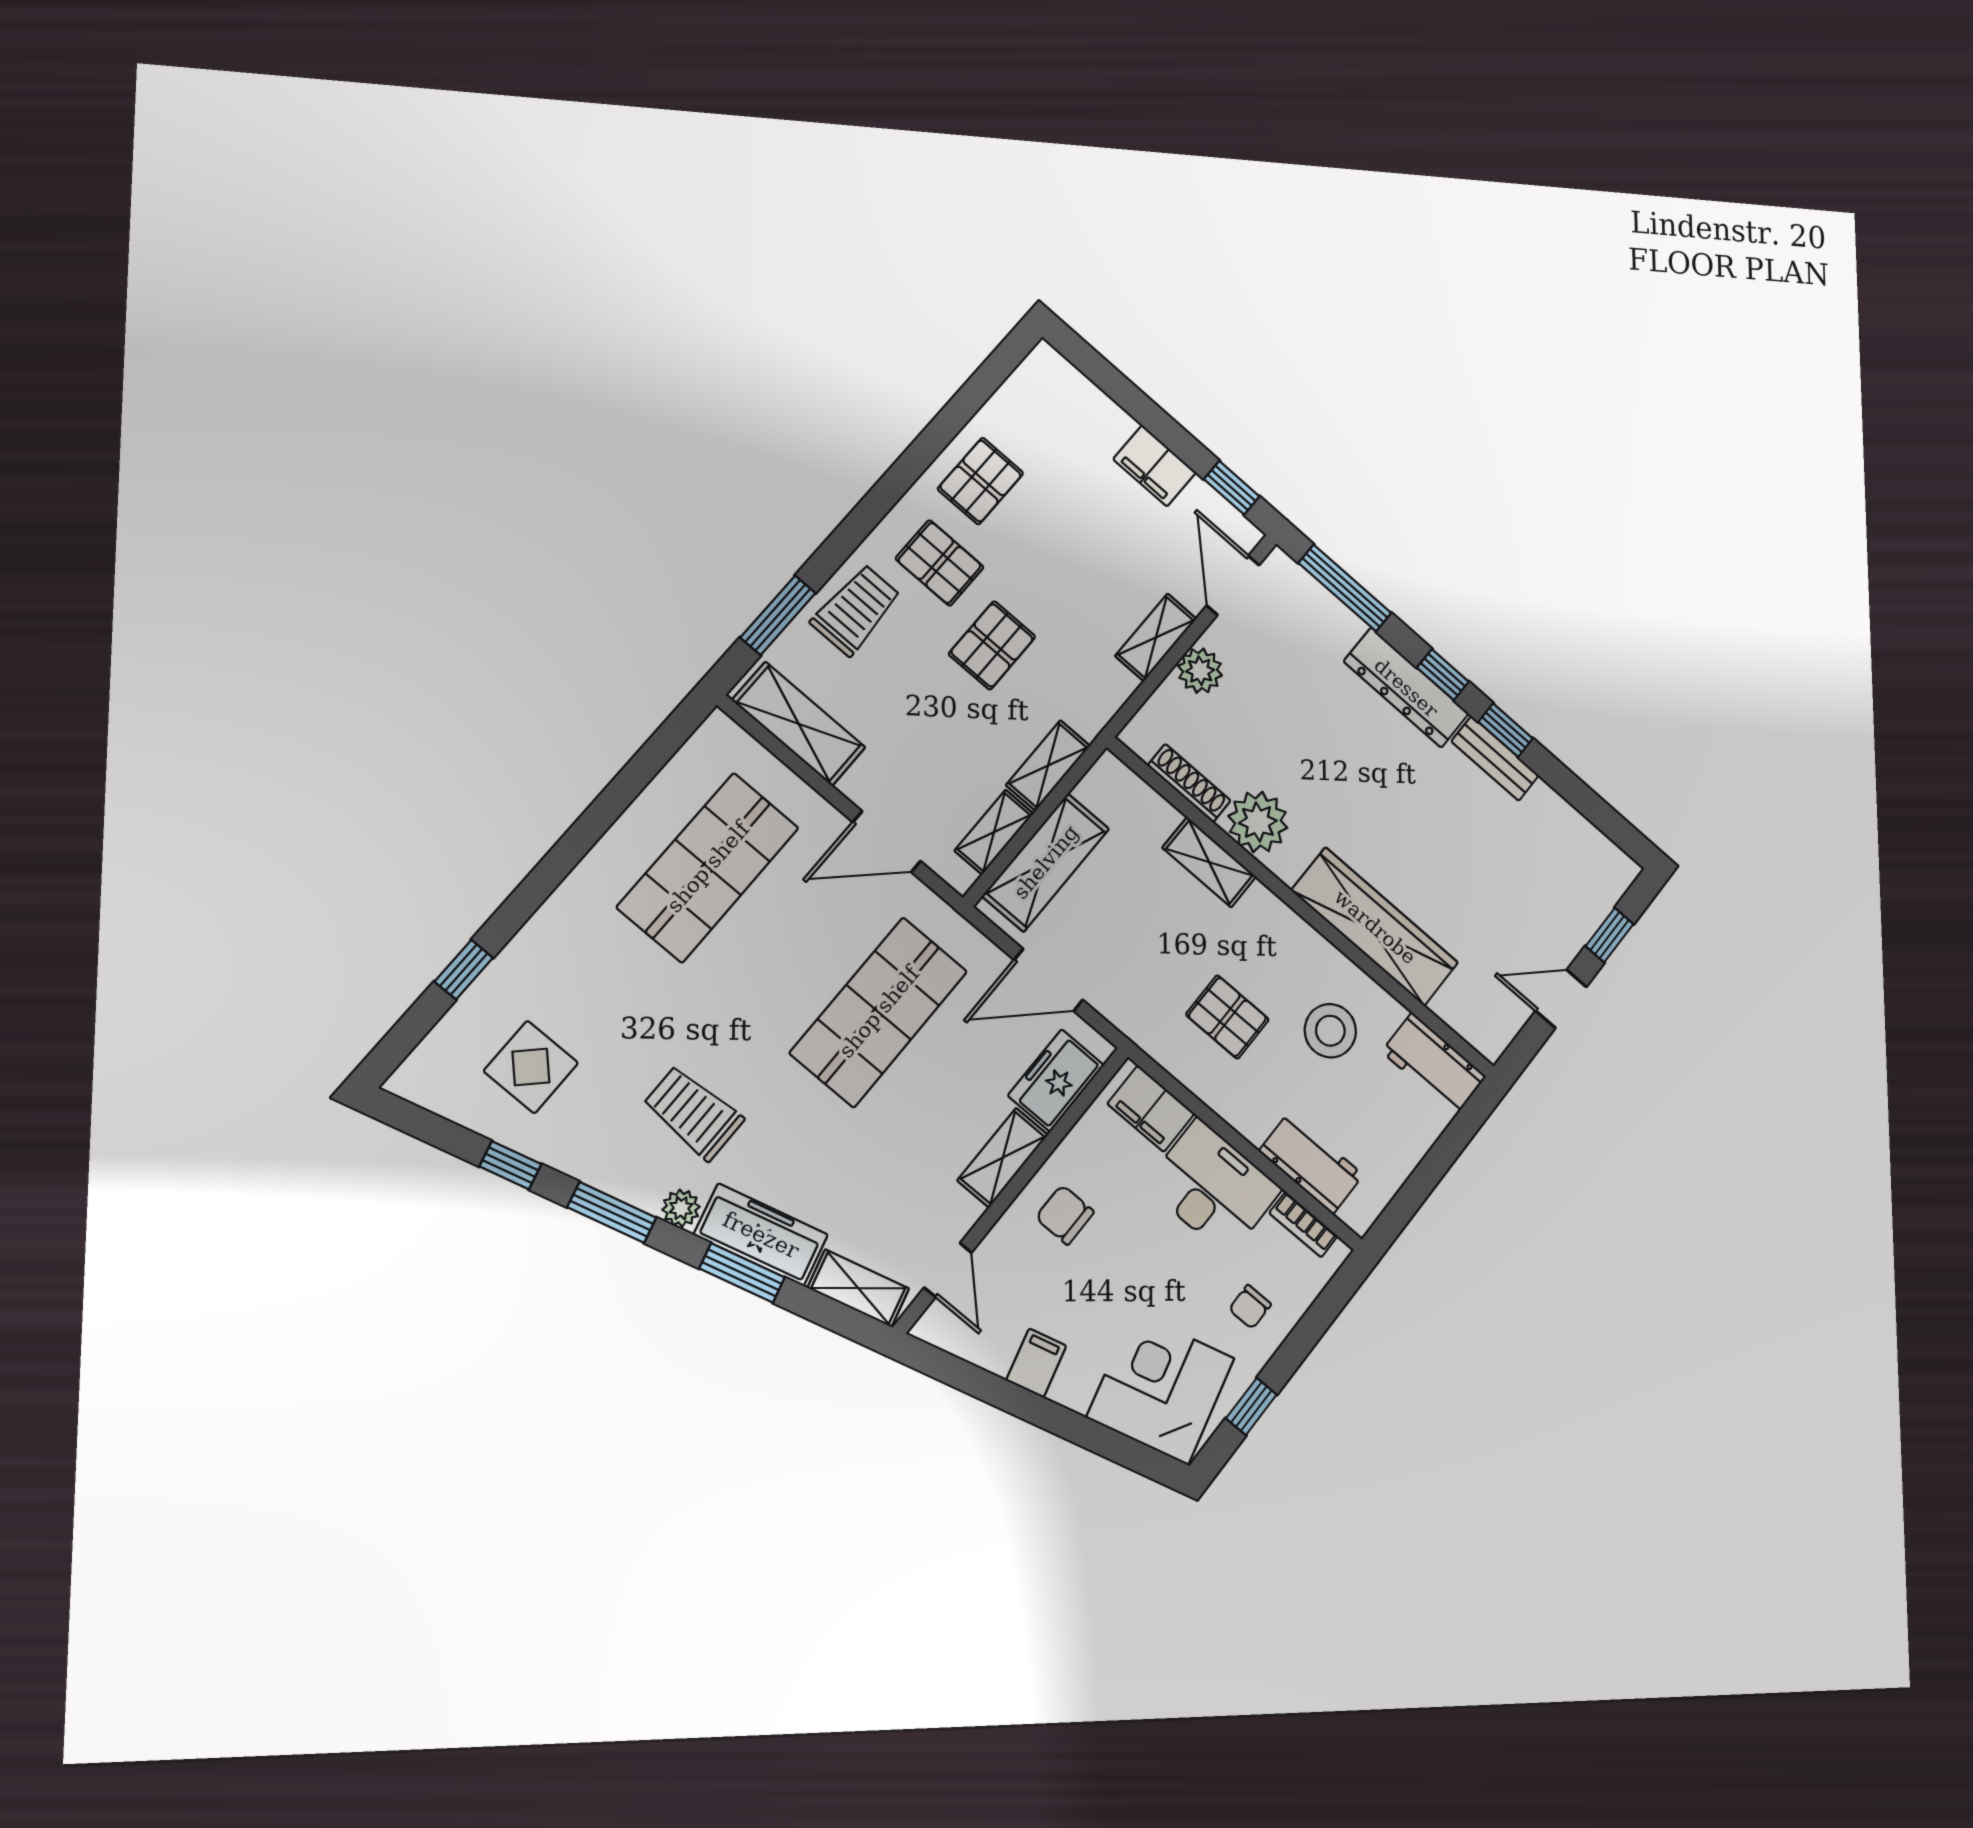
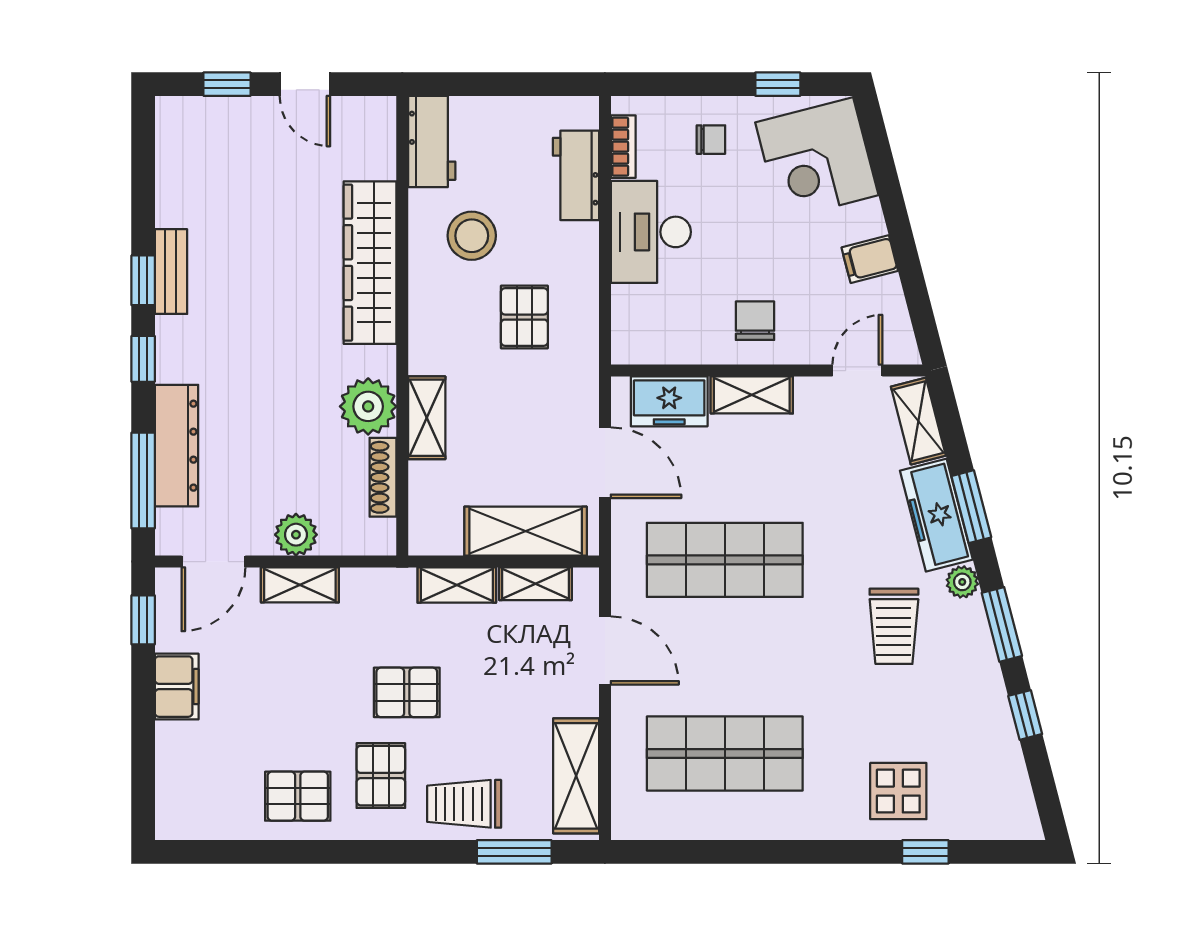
dresser: (1406, 688) -> (176, 446), moved
display table: (531, 1067) -> (898, 791), moved
filing cabinet: (1151, 1109) -> (633, 320), removed
chair: (1065, 1215) -> (755, 321), turned 180

